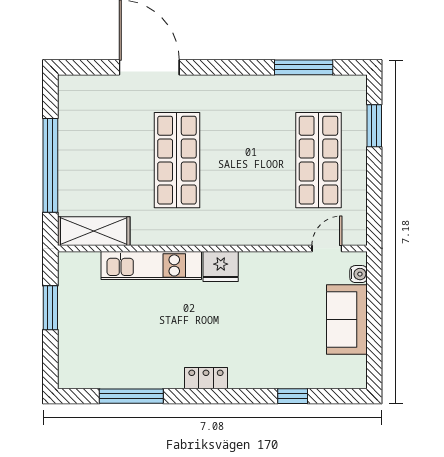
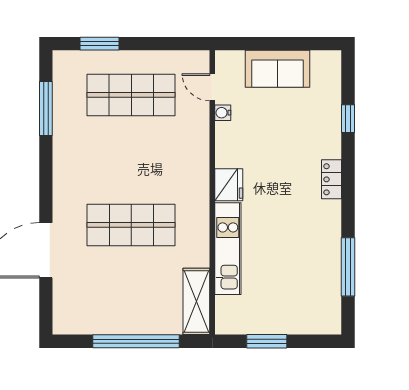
water cooler: (359, 274) -> (223, 113), moved, turned -90
locker: (206, 378) -> (331, 179), moved

